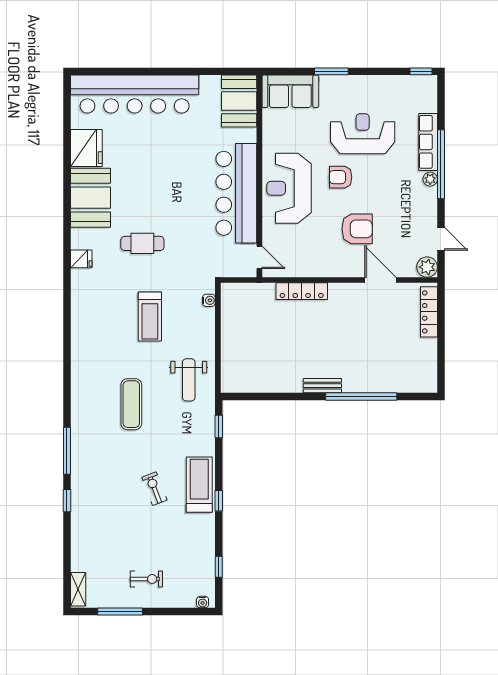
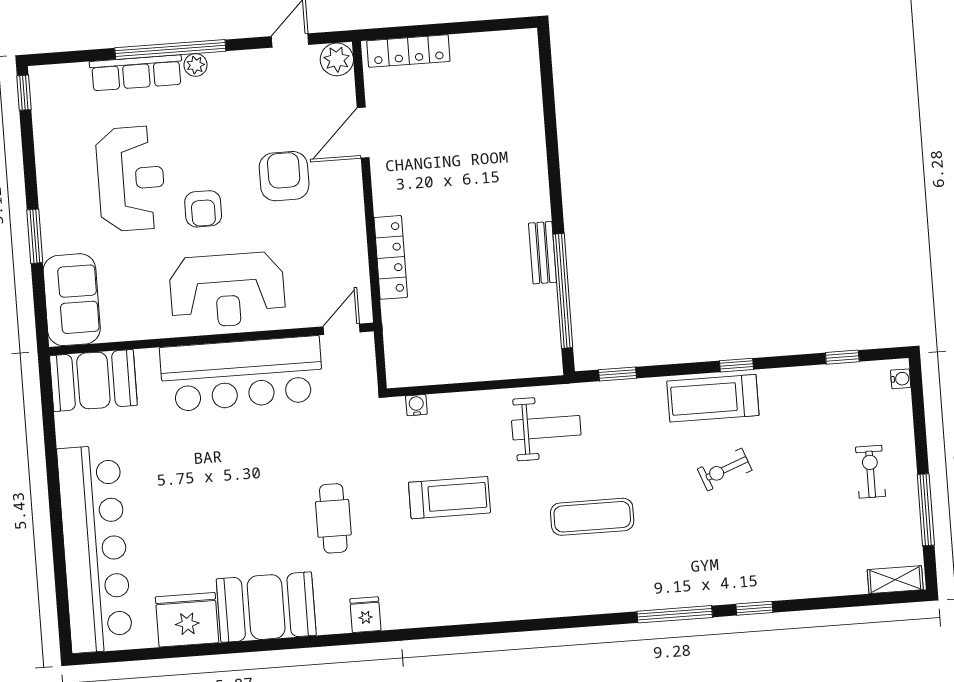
reception desk: (363, 134) -> (131, 179), turned 180
bench: (322, 386) -> (542, 253), moved
window: (361, 397) -> (563, 291), moved

